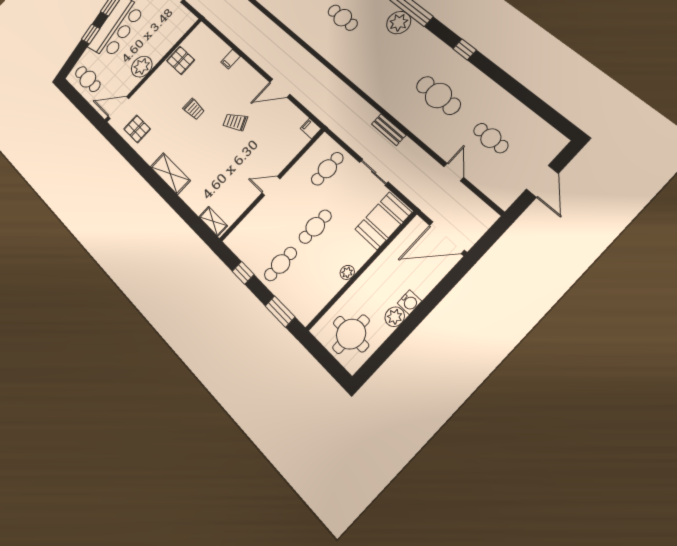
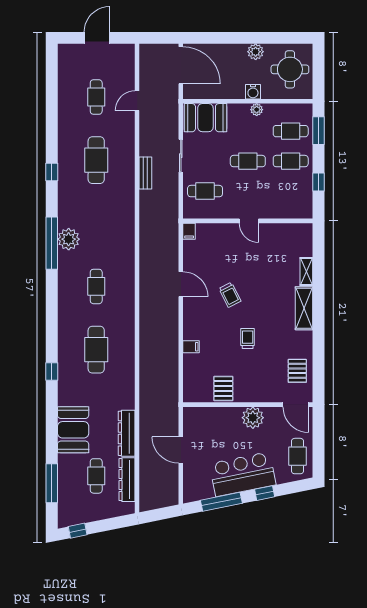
shelving: (213, 221) -> (306, 271), moved
cafe table: (303, 286) -> (291, 131), added
water cooler: (409, 302) -> (253, 92), moved, turned 180

